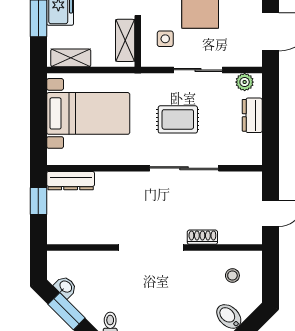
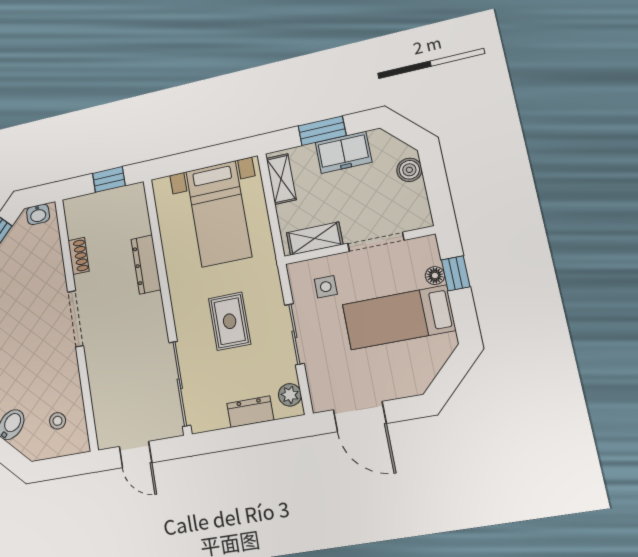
sliding door: (184, 168) -> (180, 384), moved
dresser: (71, 181) -> (146, 264), moved
shoe rack: (202, 237) -> (79, 256), moved
doorway: (151, 248) -> (76, 319), width x0.73
washbasin: (65, 287) -> (38, 214), moved, turned 45

